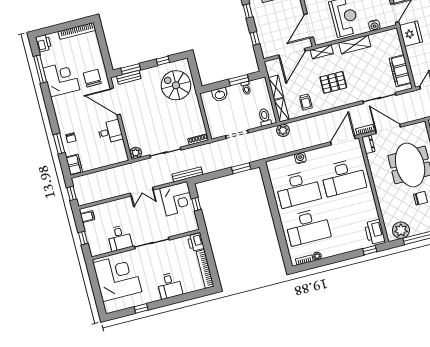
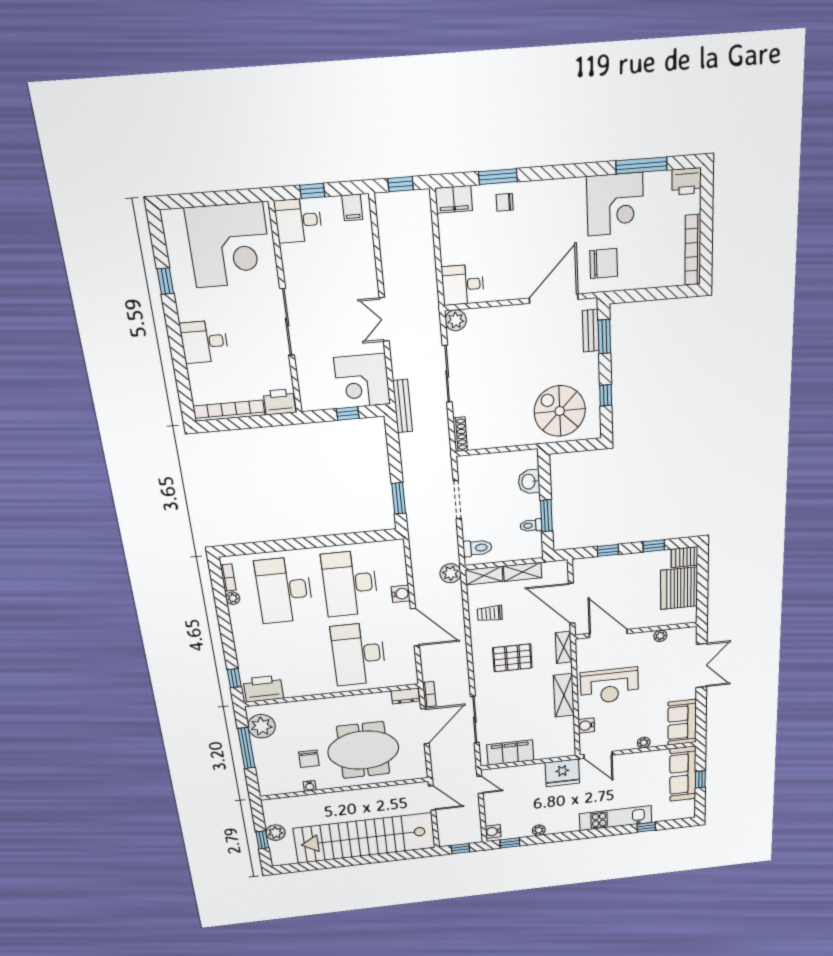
pallet: (333, 82) -> (512, 658), turned 90
spiral stairs: (176, 85) -> (560, 411), turned -90
desk: (110, 132) -> (463, 285), moved, turned 90
door: (343, 140) -> (415, 627), moved
desk: (120, 238) -> (298, 220), moved

